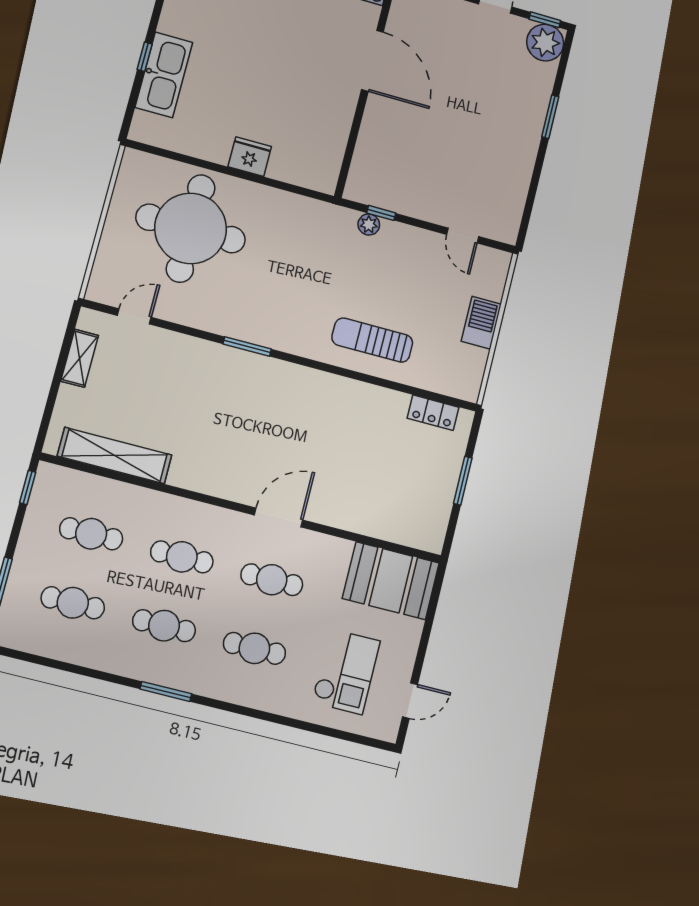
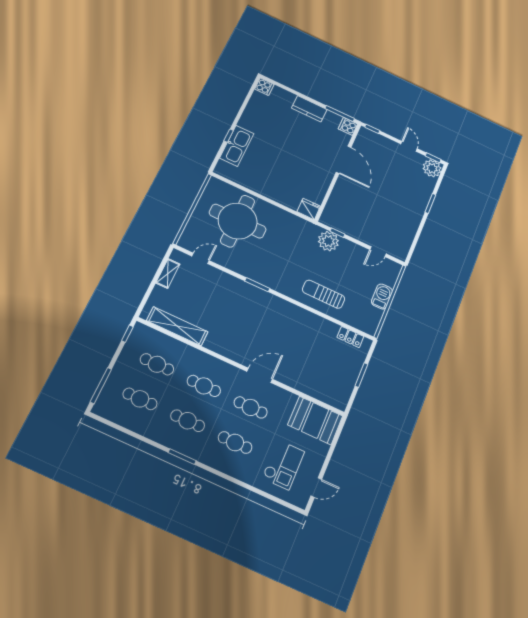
fridge: (250, 157) -> (309, 209), moved
plant: (369, 224) -> (328, 241), width x1.87, depth x1.87
door: (463, 235) -> (378, 252), hinge flipped

